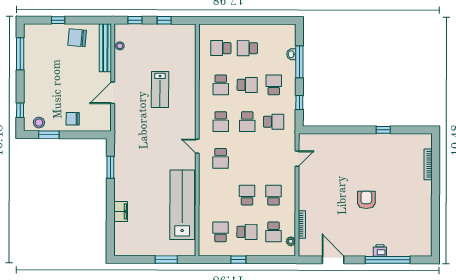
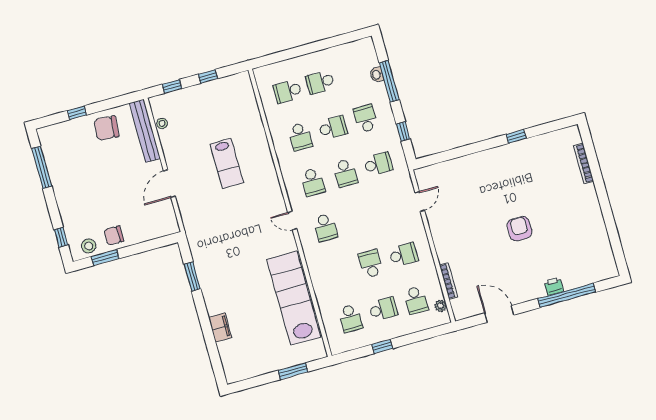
chair: (73, 119) -> (114, 236), moved
school desk: (274, 195) -> (403, 255), turned 90
school desk: (220, 232) -> (350, 318), turned 180

